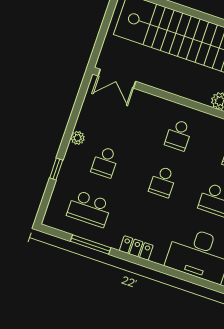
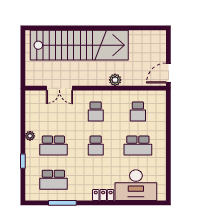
double door: (117, 79) -> (59, 88), moved
school desk: (105, 162) -> (53, 146), width x1.85
locker: (136, 248) -> (103, 195), moved

